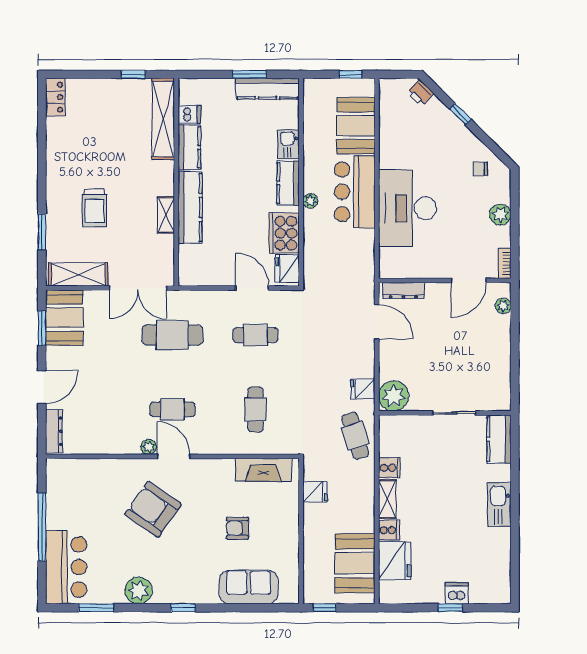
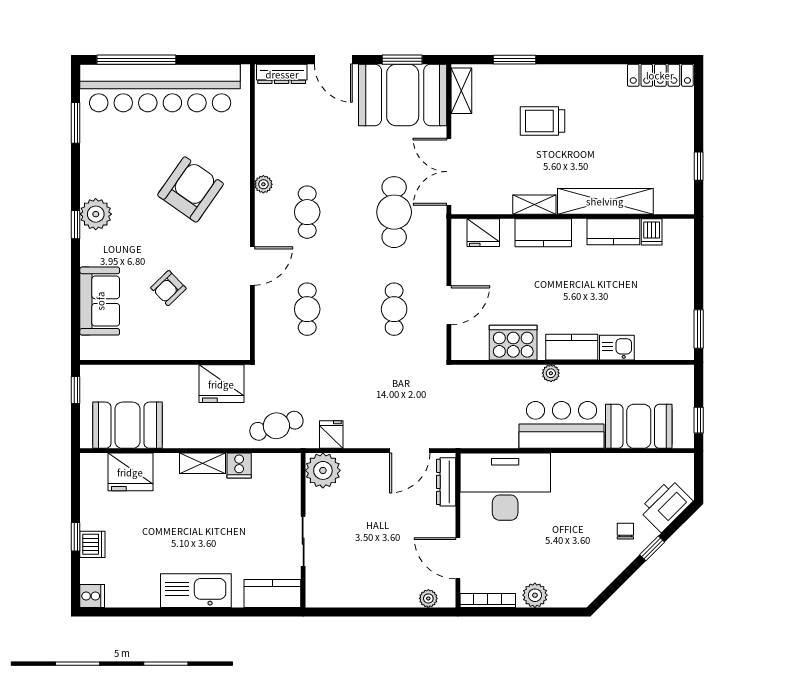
window: (249, 74) -> (699, 329), moved
kitchen counter: (267, 89) -> (682, 323), removed
printer: (420, 93) -> (666, 506), width x1.87, depth x1.48
locker: (55, 97) -> (660, 75), width x1.53
shelving: (163, 119) -> (605, 201), moved
chair: (480, 169) -> (625, 531), moved
kitchen counter: (190, 207) -> (543, 233), width x0.67
desk: (407, 208) -> (505, 487), moved
bookcase: (505, 263) -> (488, 600), width x1.56
fridge: (287, 269) -> (483, 233), moved, turned 180
shelving: (78, 274) -> (461, 91), width x0.67, depth x0.75
booth: (64, 318) -> (403, 95), width x1.36, depth x1.42
cafe table: (255, 409) -> (307, 309), turned 90
door: (174, 456) -> (252, 266), moved
fireplace: (263, 470) -> (237, 318), removed
fridge: (315, 492) -> (221, 384), width x1.88, depth x1.34
kitchen sink: (499, 505) -> (196, 591), width x1.36, depth x1.24
window: (42, 527) -> (136, 60), moved
armchair: (237, 528) -> (168, 288), turned -134
cooker: (389, 530) -> (92, 596), moved, turned -90
bar counter: (66, 567) -> (160, 88), width x1.86
plant: (138, 590) -> (96, 214), moved

